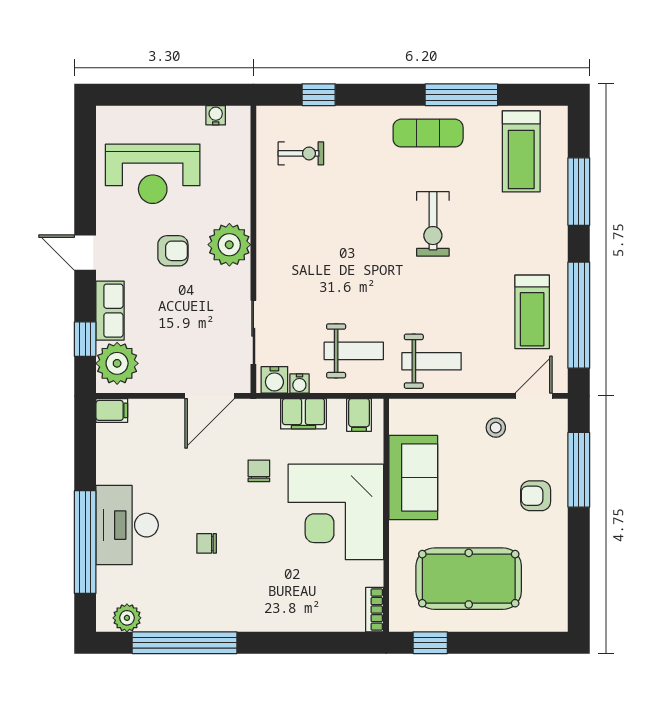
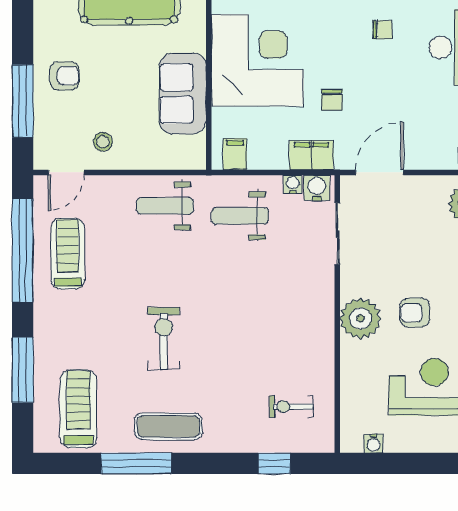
filing cabinet: (303, 414) -> (311, 155), moved

